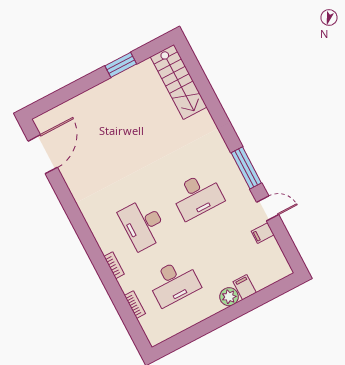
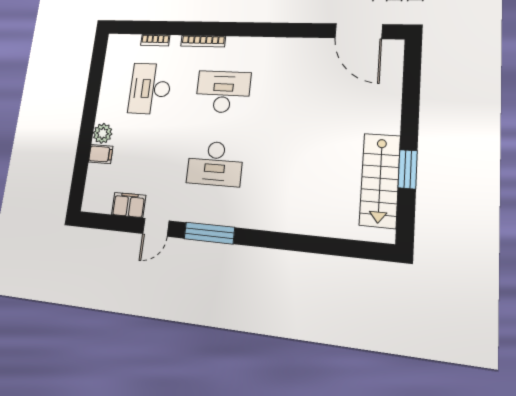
stairs: (179, 82) -> (380, 180), moved, turned -90
desk: (197, 196) -> (215, 163), turned -90
filing cabinet: (263, 233) -> (129, 205), width x2.00
bookcase: (114, 265) -> (203, 41), width x1.56

